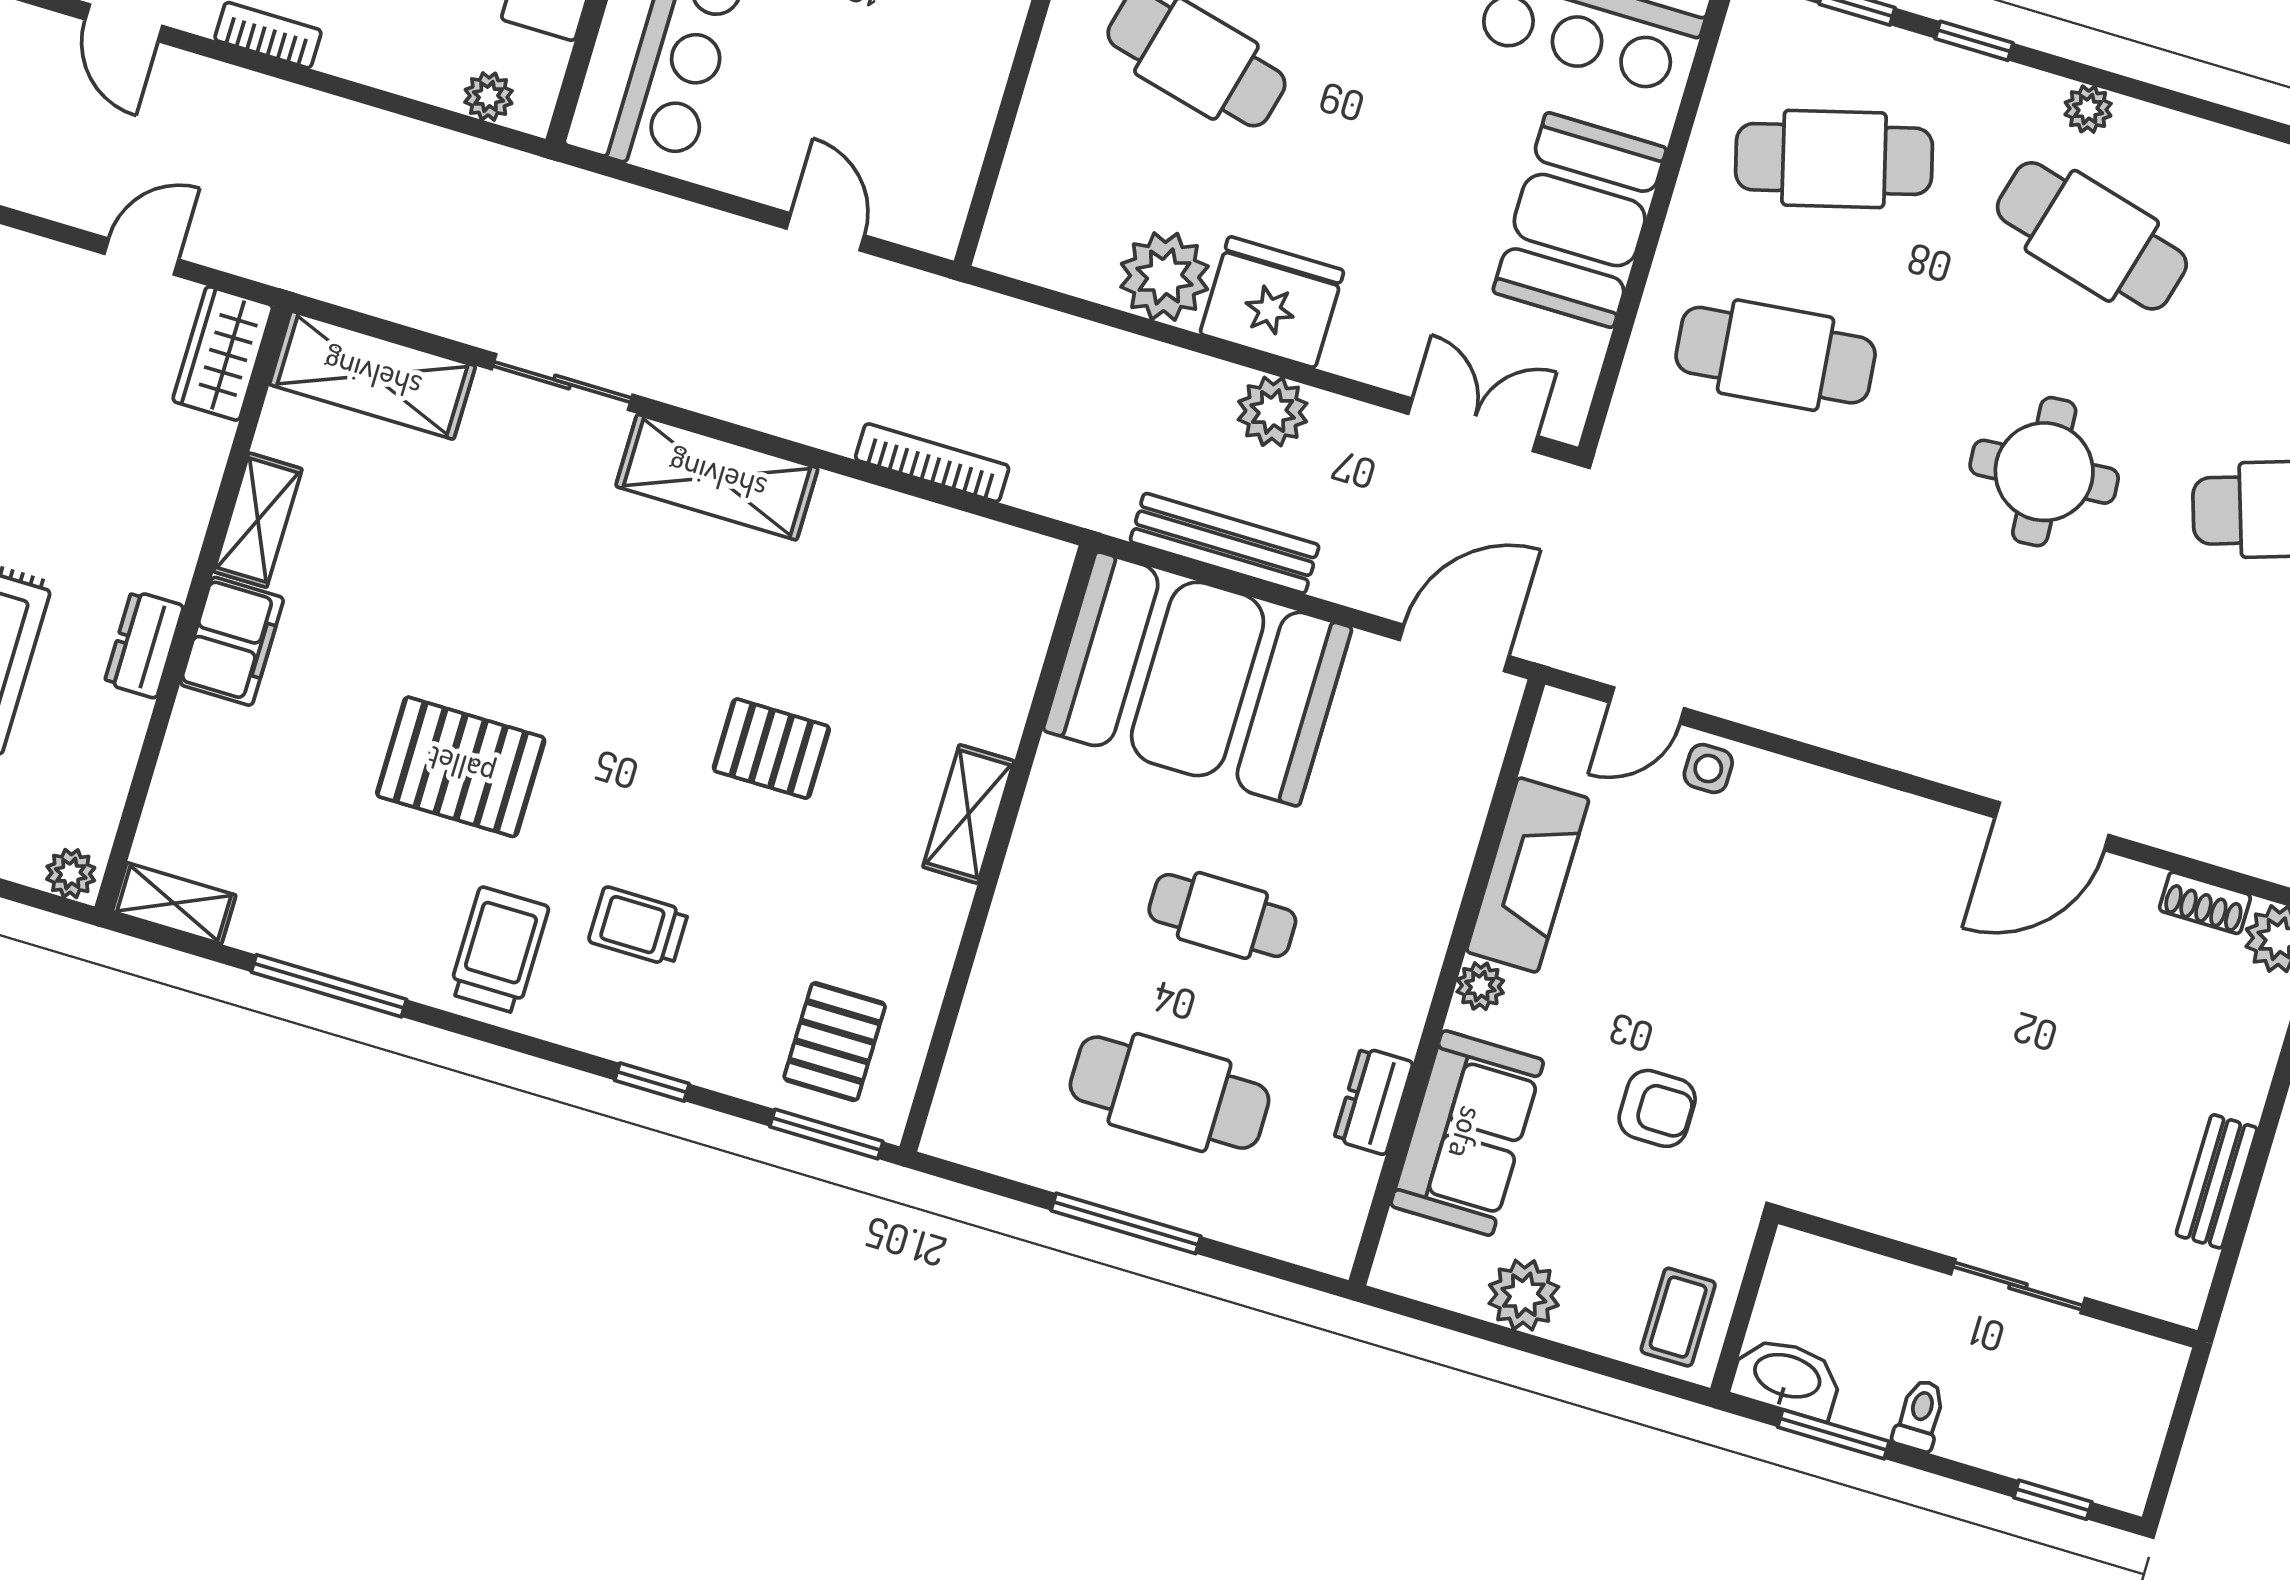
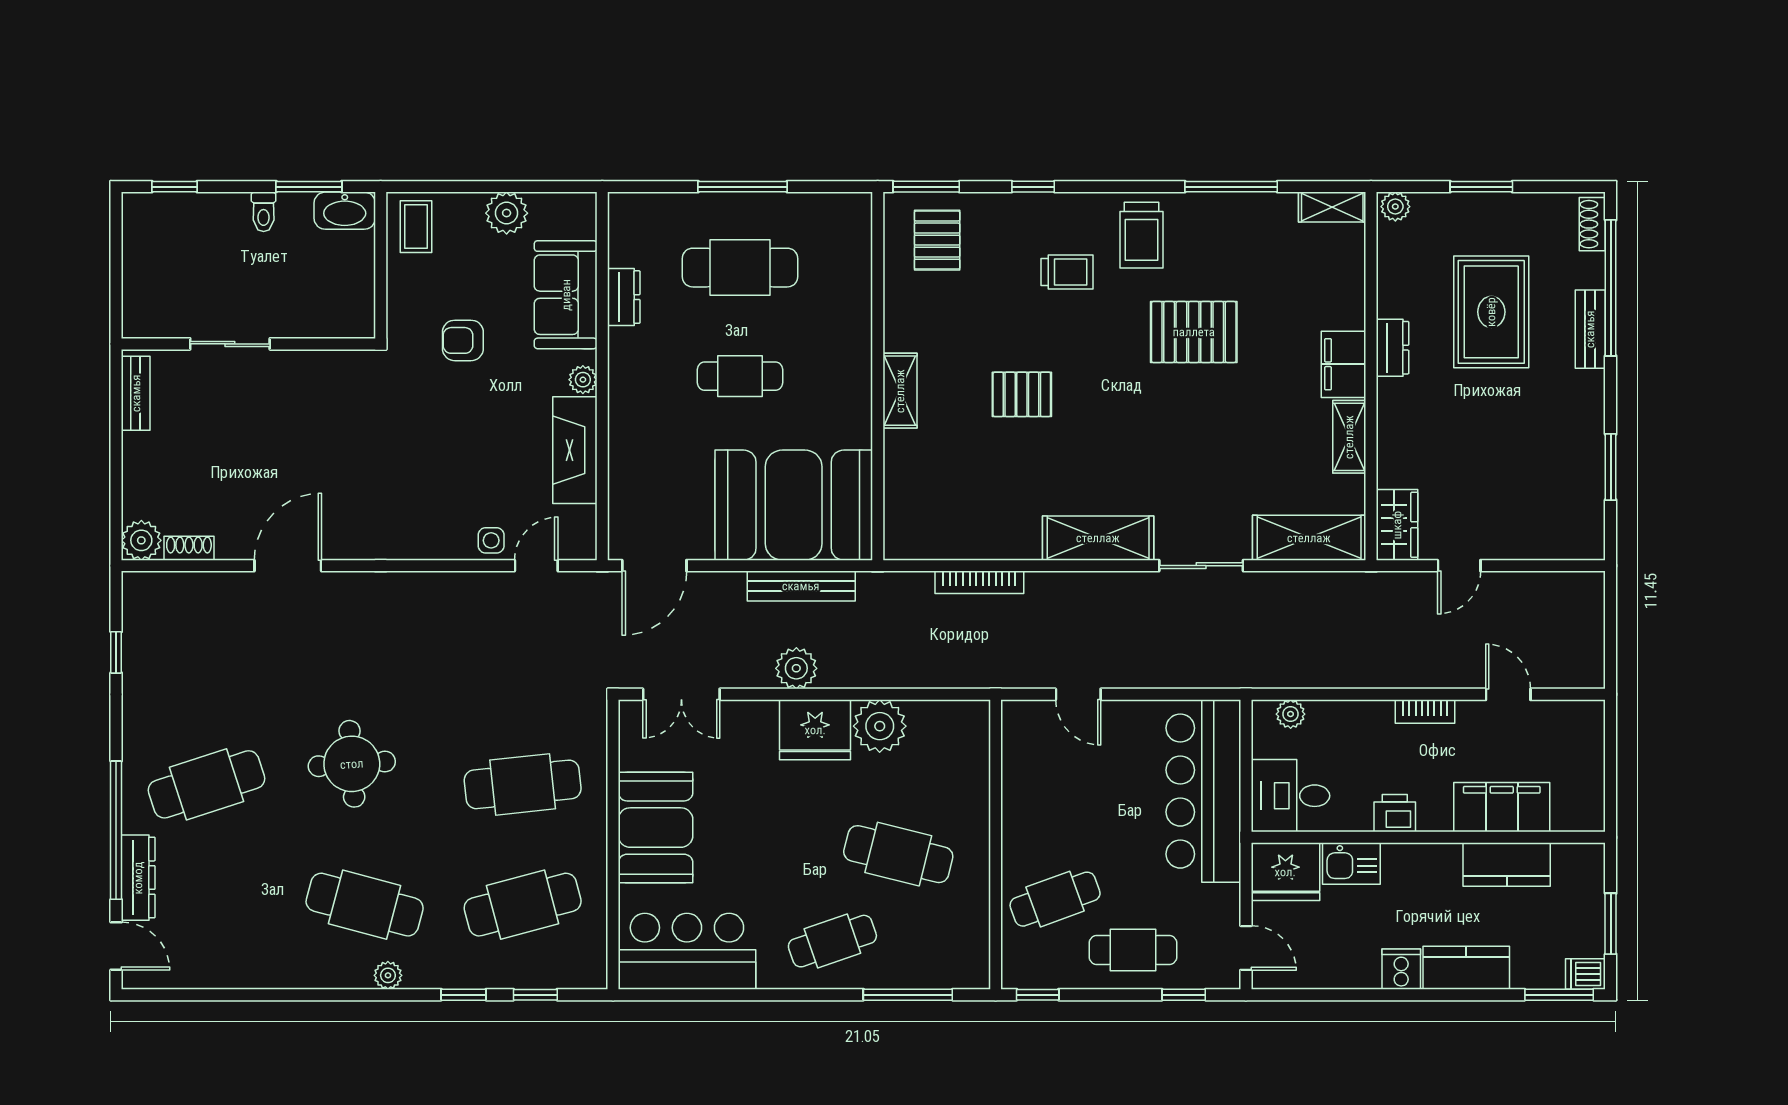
wall: (1988, 1277) -> (248, 344), moved
sliding door: (2018, 1286) -> (230, 344), moved

